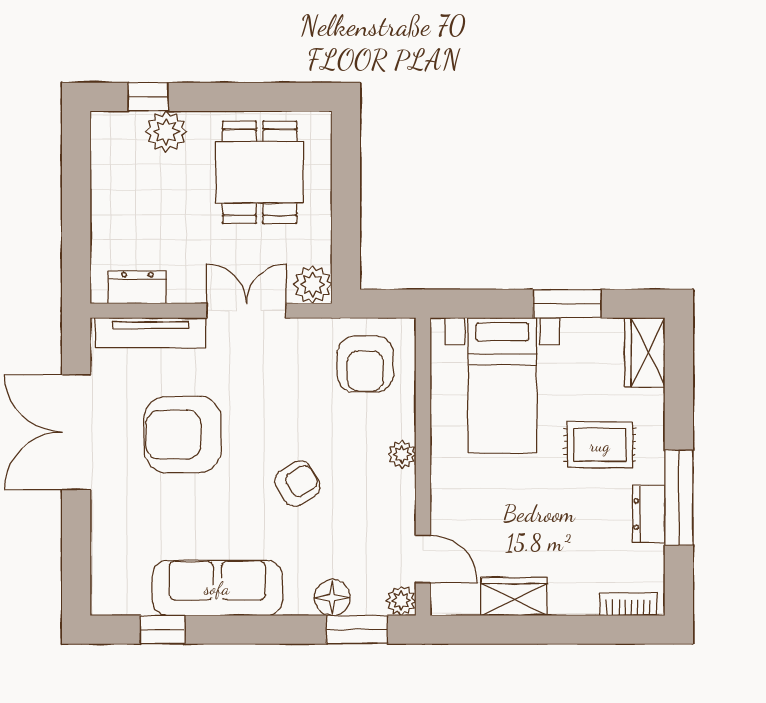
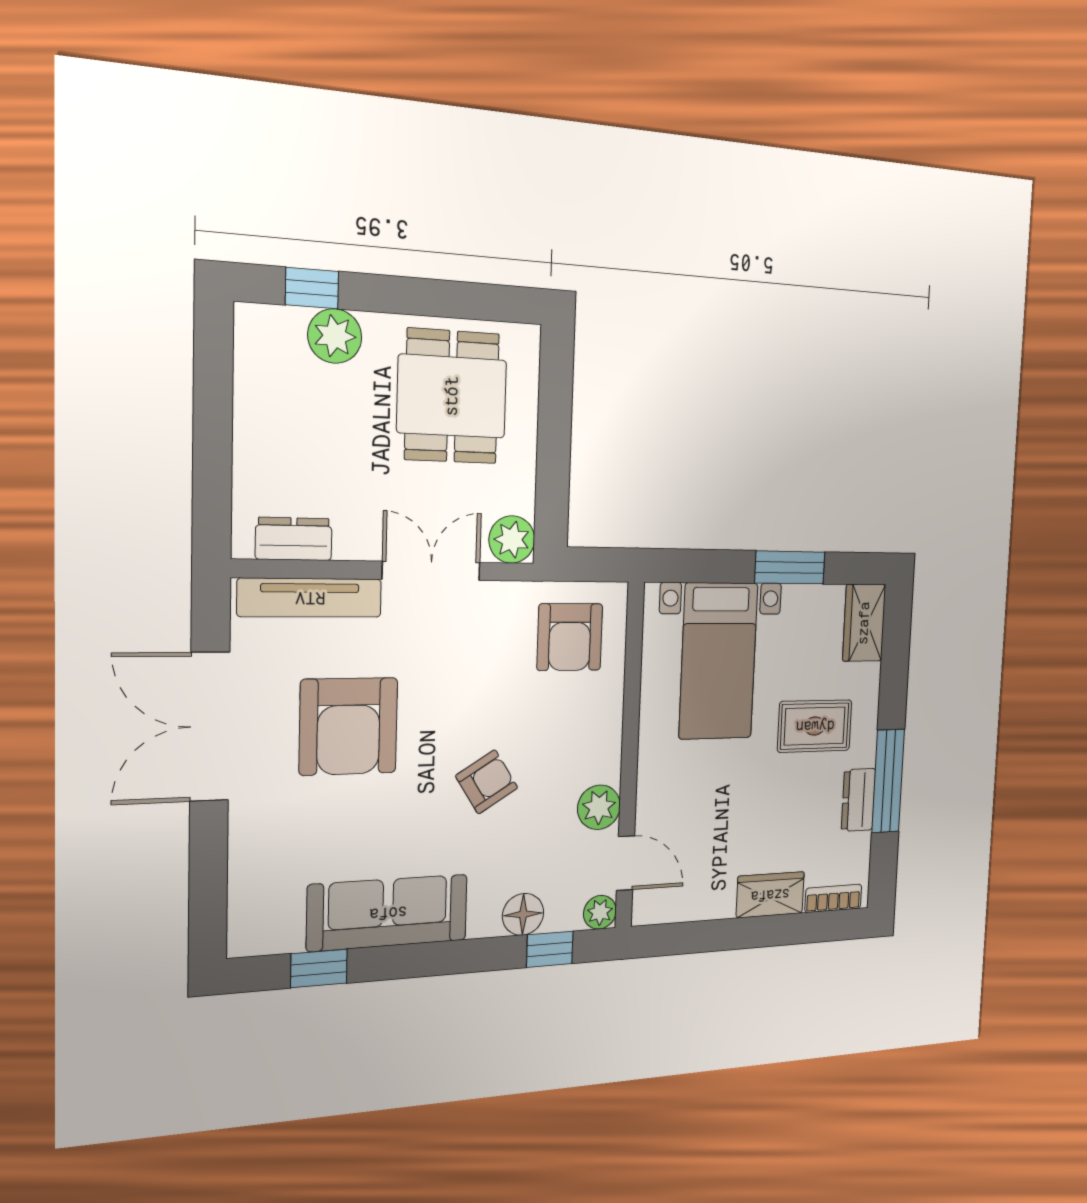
armchair: (183, 435) -> (349, 726), turned -90
plant: (402, 454) -> (599, 807), moved, width x1.38, depth x1.38
wardrobe: (514, 596) -> (770, 895), moved
window: (357, 630) -> (550, 949), width x0.67

